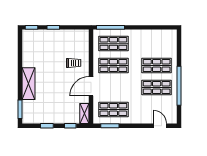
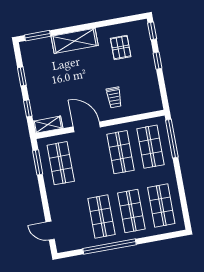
shop shelf: (157, 44) -> (161, 206), added
pallet: (39, 52) -> (121, 47), added
door: (160, 126) -> (50, 231), swing flipped

